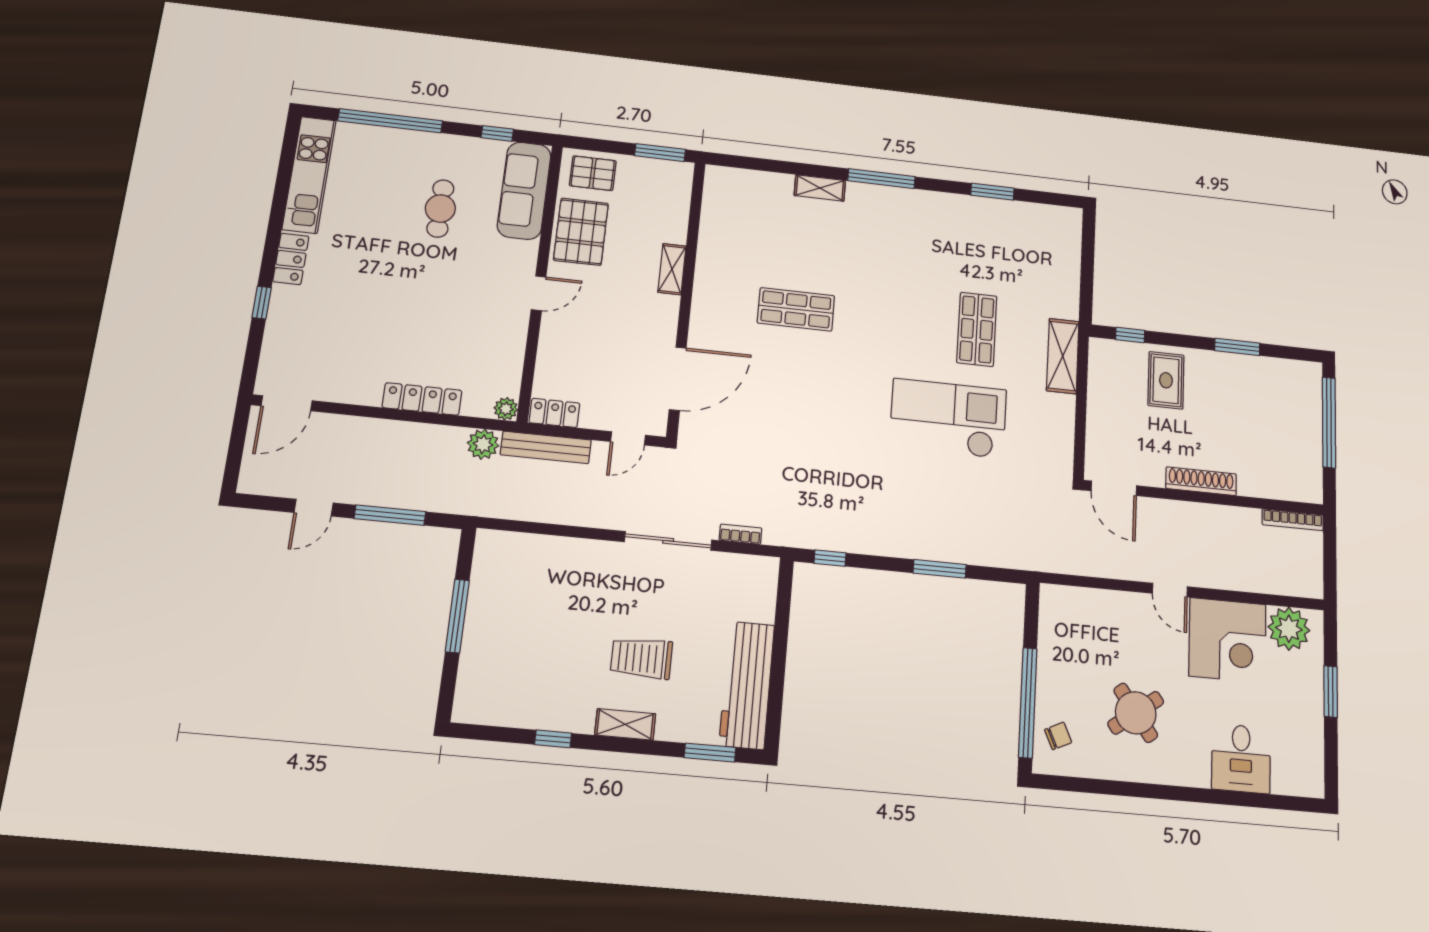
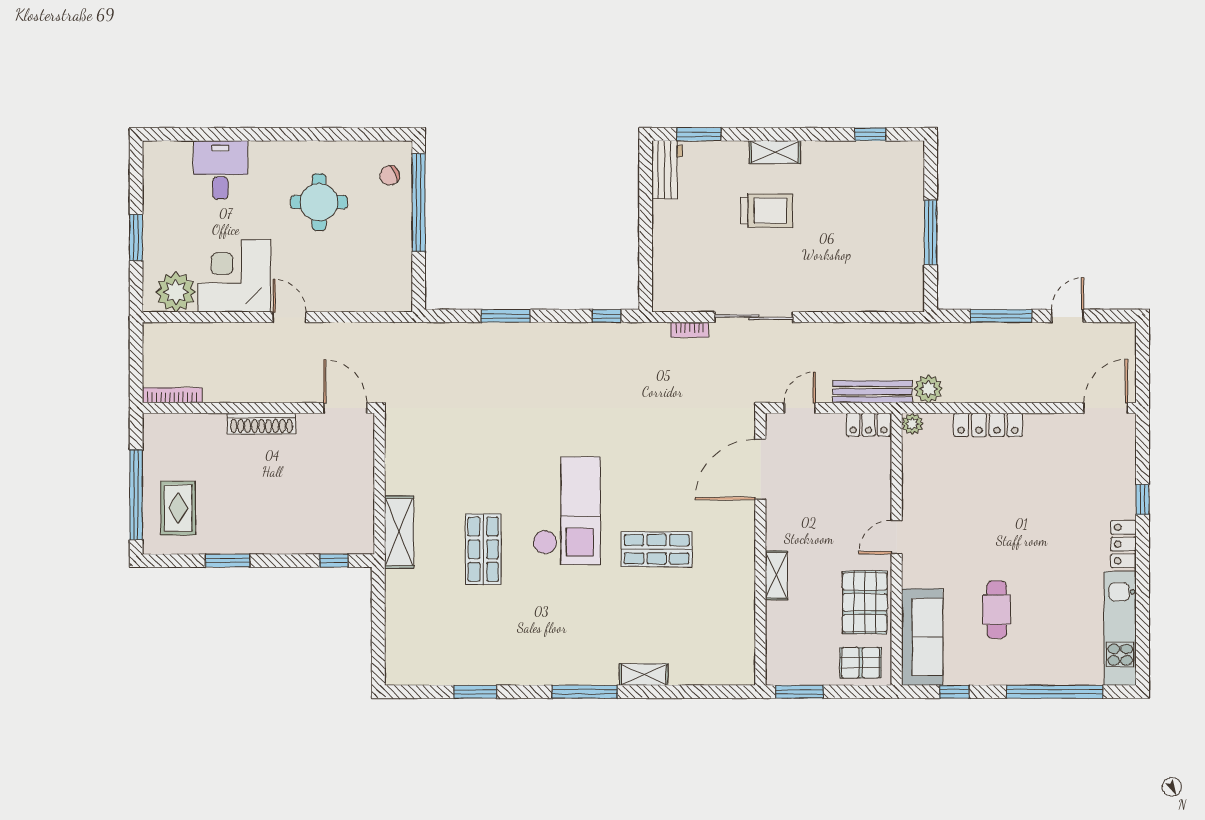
rug: (1166, 380) -> (178, 508), moved
checkout: (948, 418) -> (566, 511), moved, turned -90
workbench: (747, 685) -> (667, 170), width x0.53, depth x0.76
round table: (1136, 713) -> (319, 202), turned 36
window: (553, 739) -> (870, 134), moved

